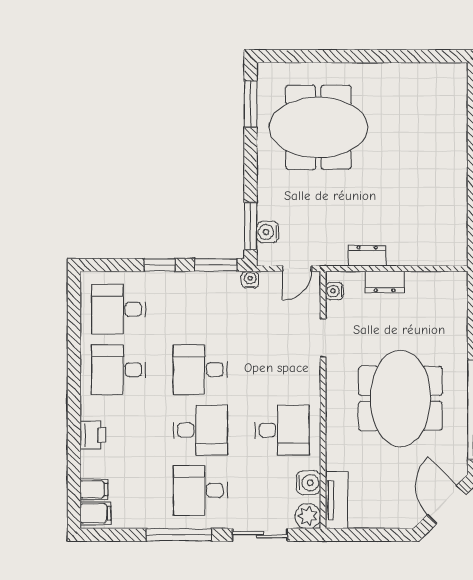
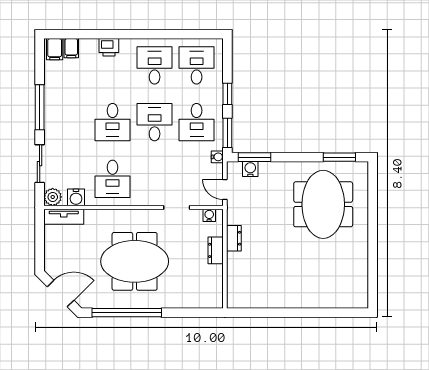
desk: (200, 490) -> (197, 122), moved, turned 180

